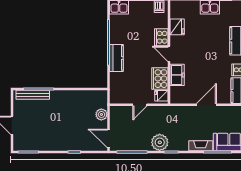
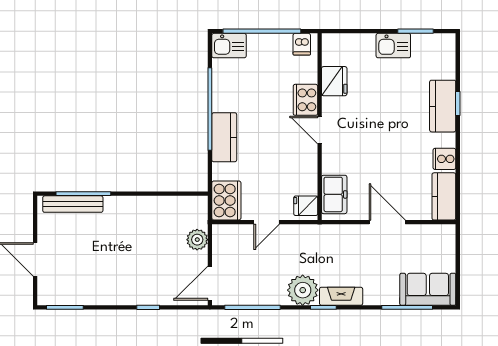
freezer: (177, 75) -> (334, 194), moved
cooker: (160, 79) -> (226, 200), moved, turned 180
door: (206, 105) -> (387, 222), hinge flipped
door: (108, 139) -> (210, 283), hinge flipped
fireplace: (201, 146) -> (341, 296), moved

